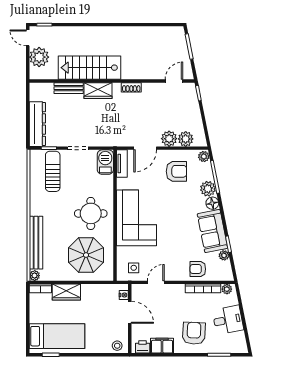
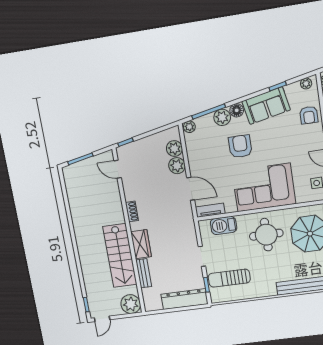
plant: (39, 57) -> (131, 304), moved
barbecue: (105, 162) -> (224, 225), moved
armchair: (176, 171) -> (240, 146), moved
plant: (224, 255) -> (306, 83), moved

